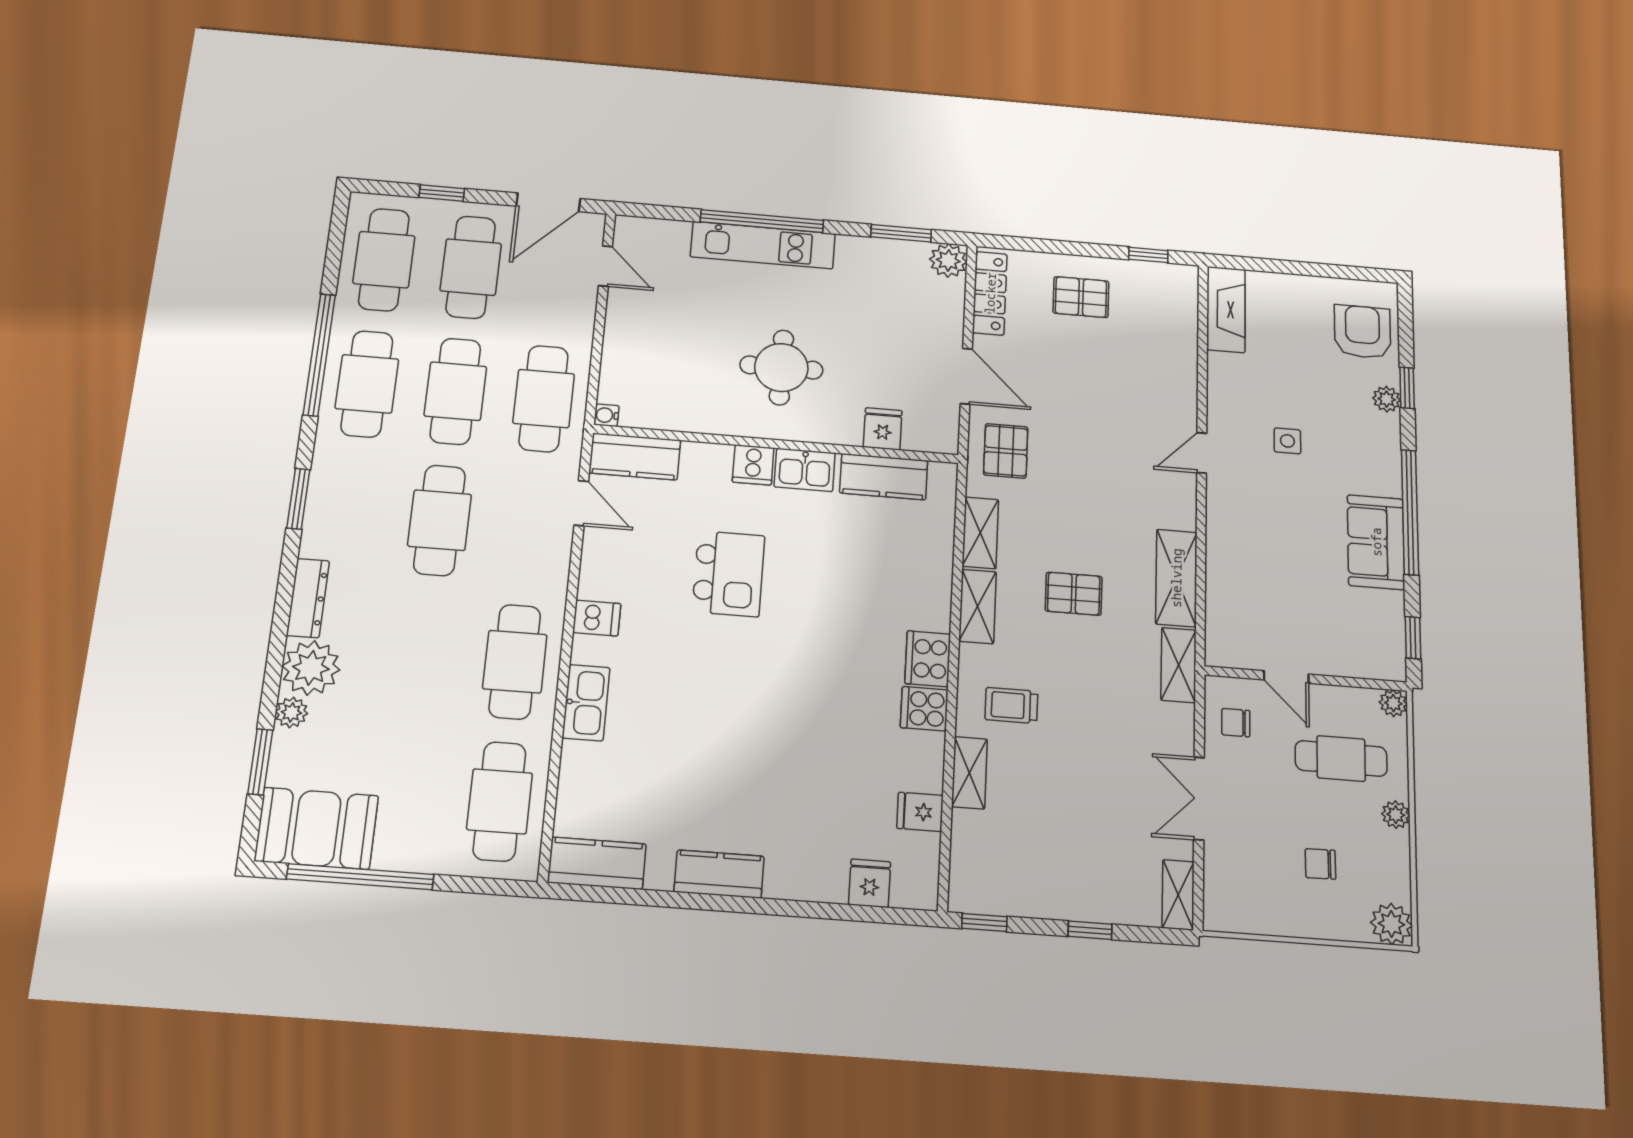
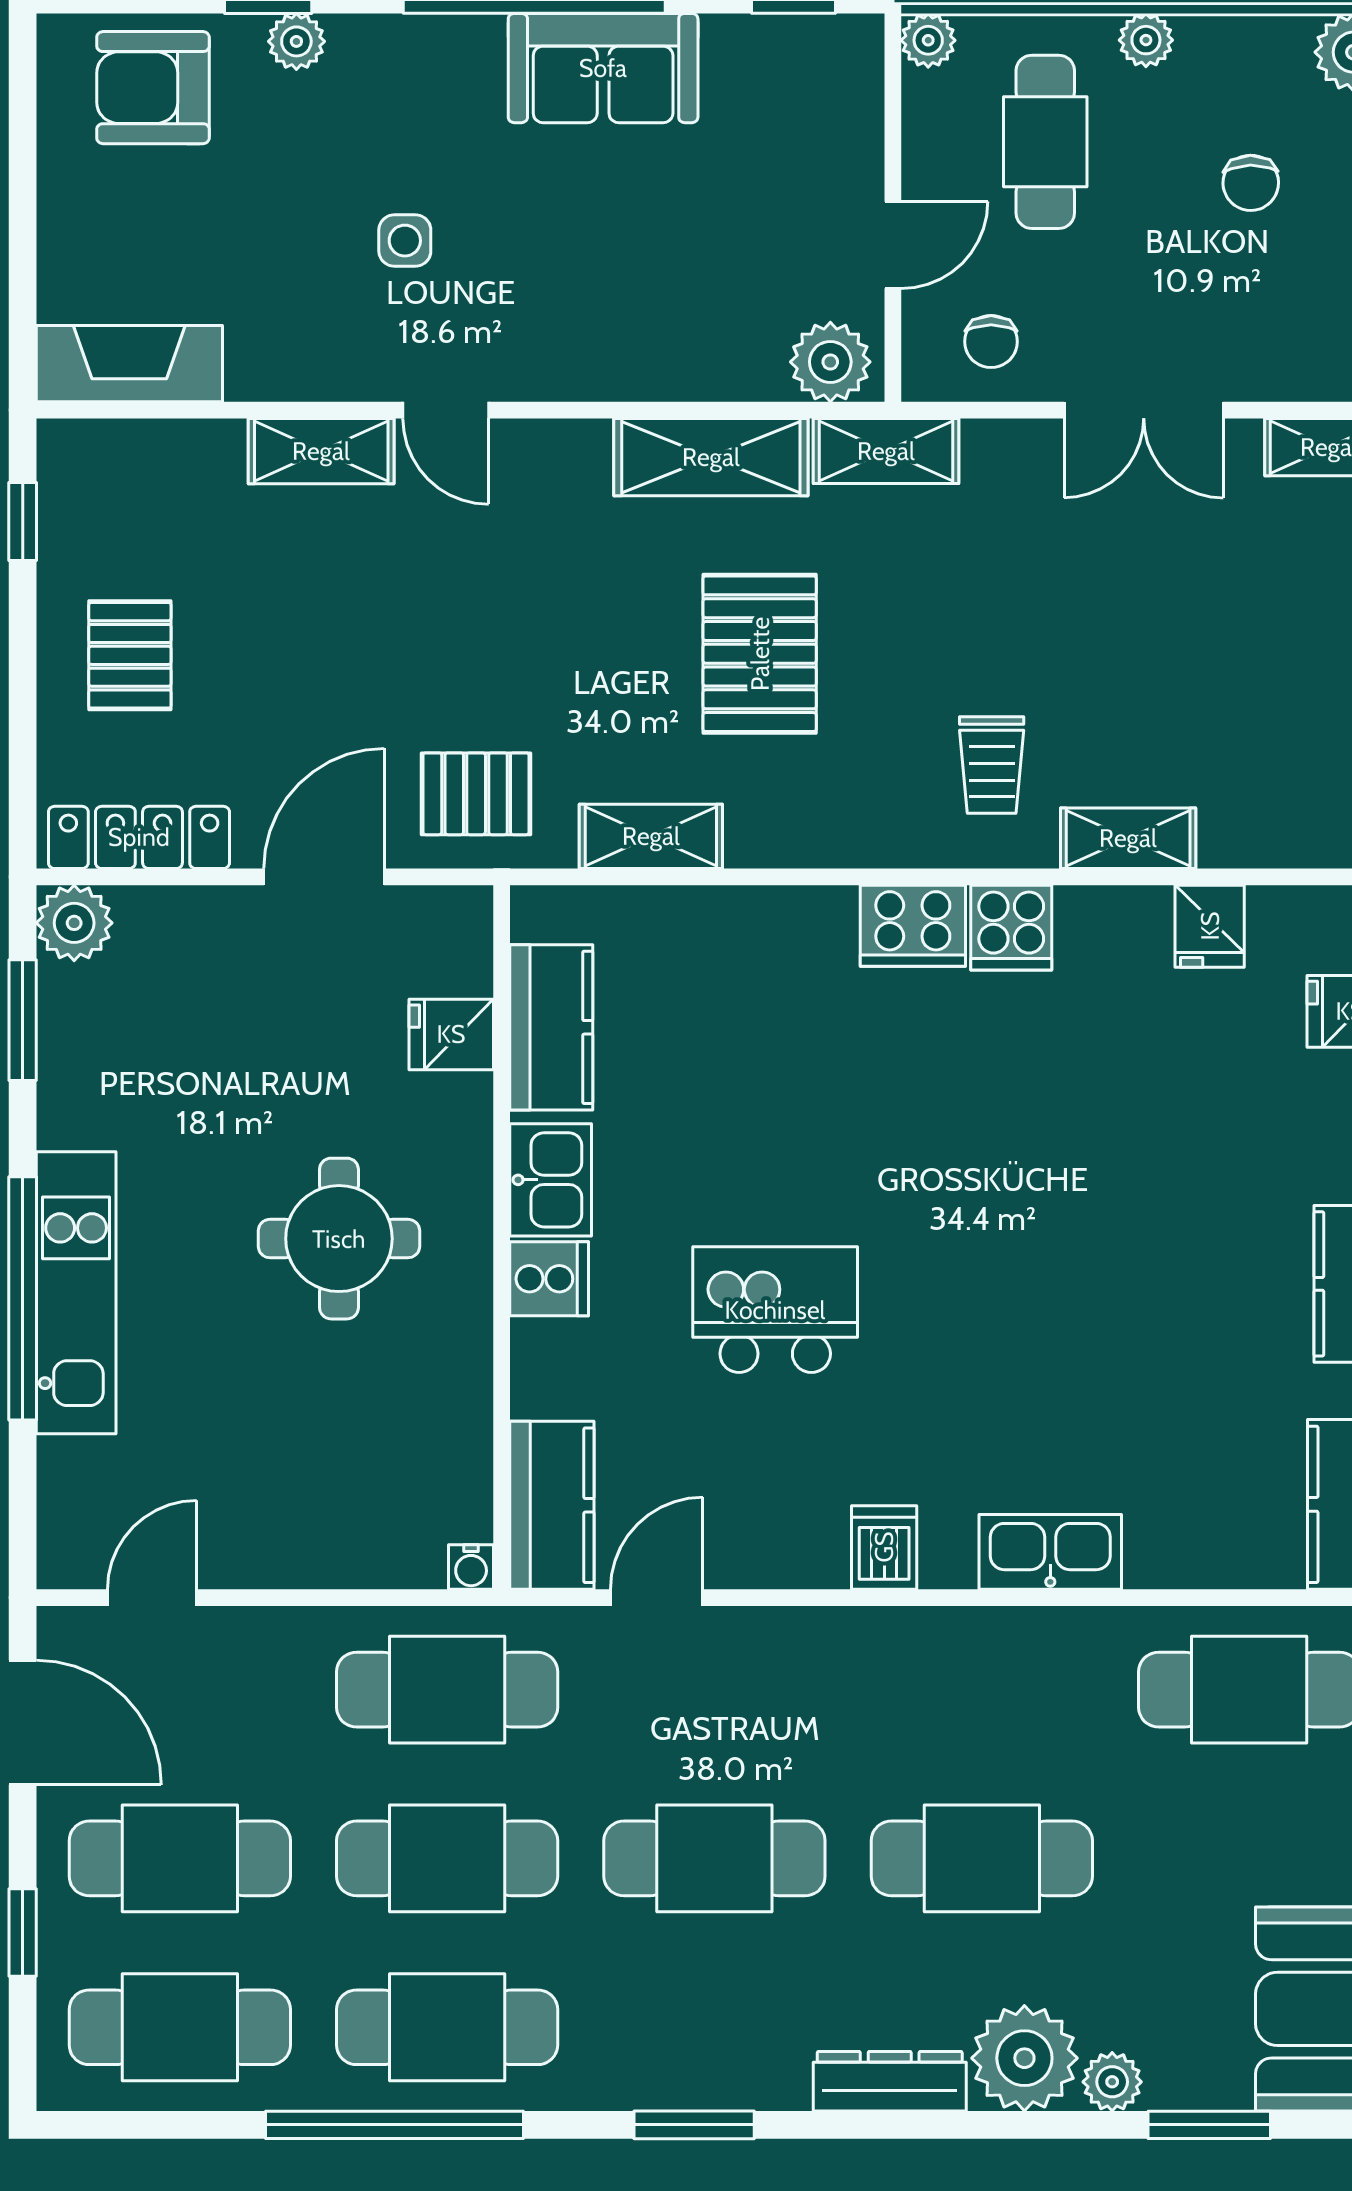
pallet: (1074, 594) -> (760, 654), width x1.50, depth x1.42
shelving: (978, 606) -> (321, 451), moved
plant: (1225, 641) -> (830, 362), added
cafe table: (515, 662) -> (982, 1858), moved

